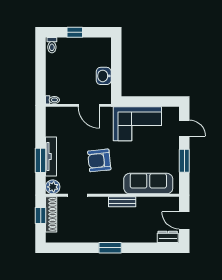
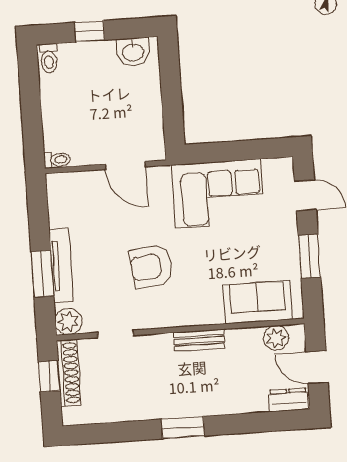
washbasin: (104, 76) -> (133, 52), moved, turned -90
sofa: (148, 184) -> (258, 302), width x0.73
plant: (163, 203) -> (276, 338), added

